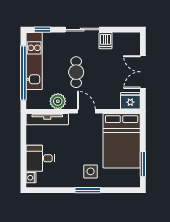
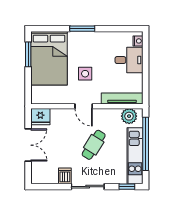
cafe table: (76, 72) -> (94, 145), turned 32
plant: (58, 101) -> (129, 116), moved
bed: (122, 141) -> (49, 58), moved, turned 180
side table: (91, 171) -> (85, 74), moved

